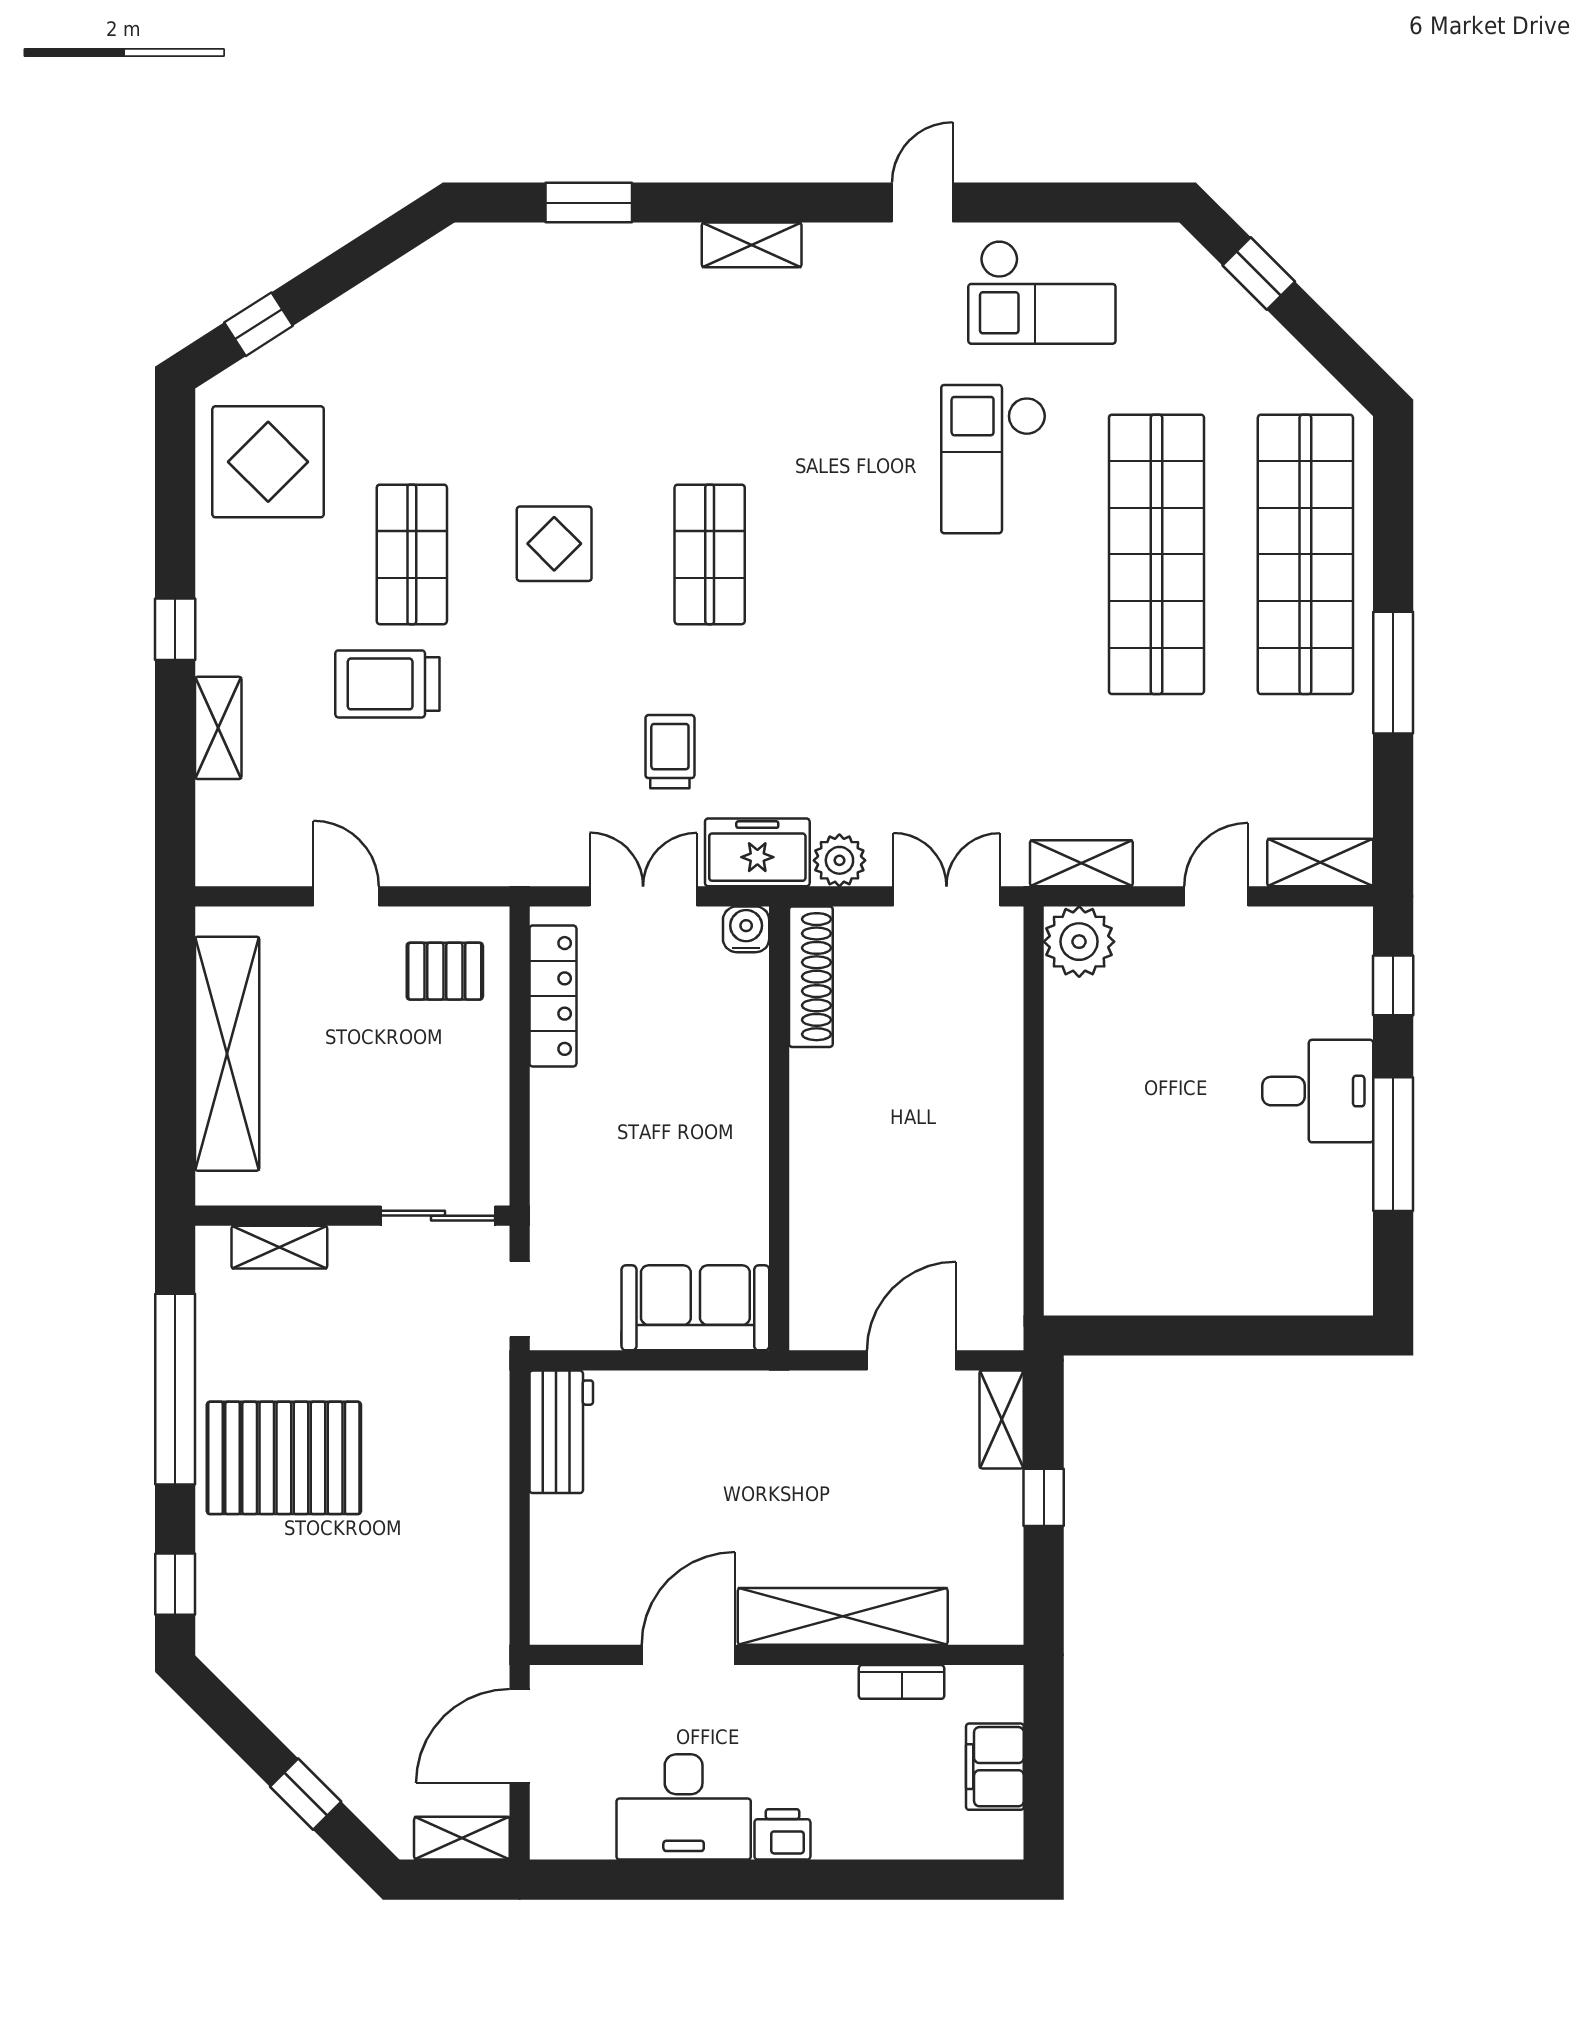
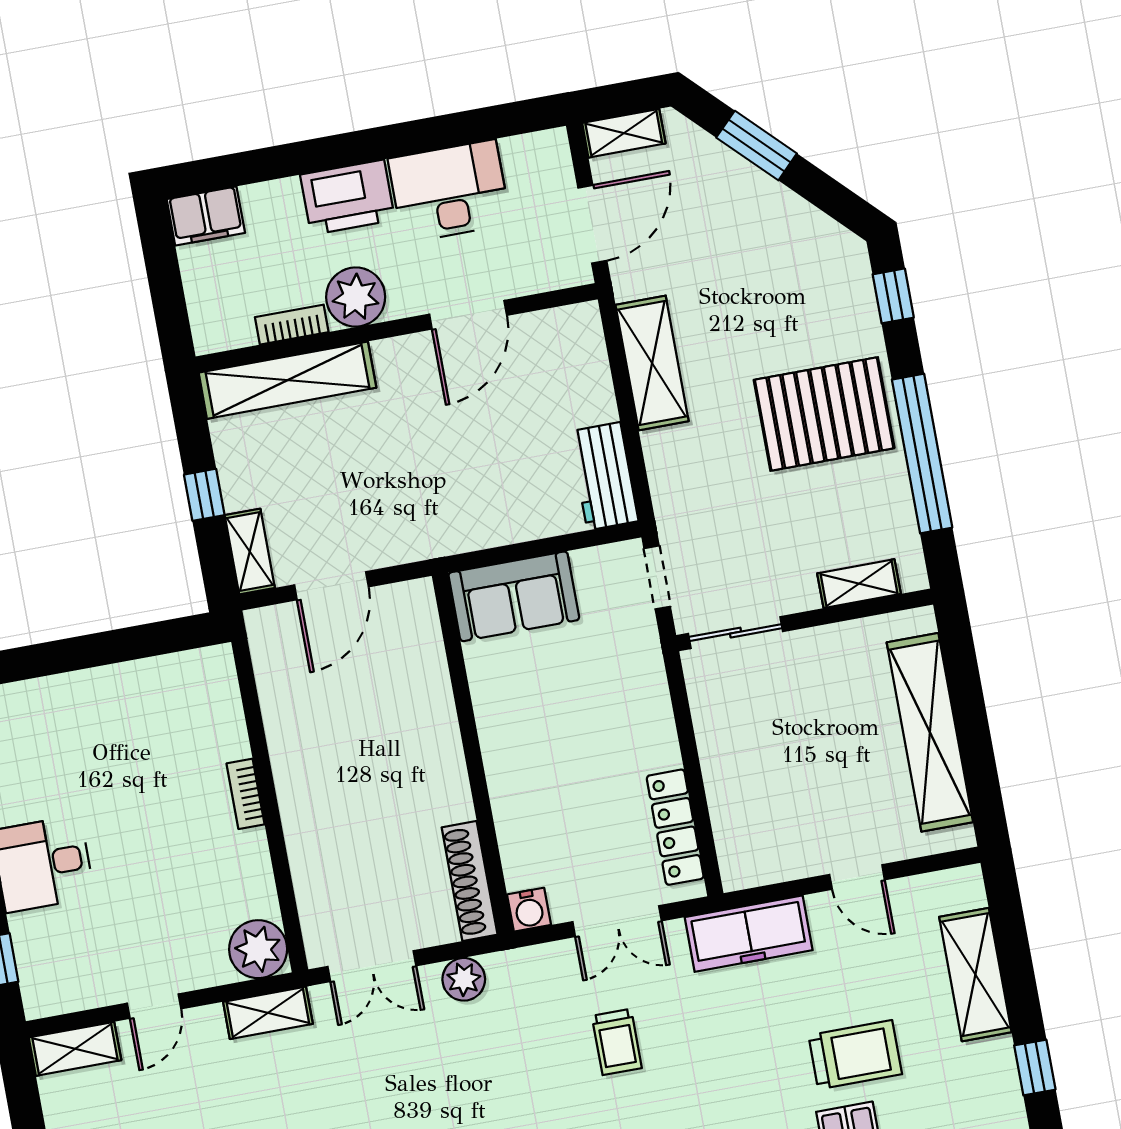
shelving: (218, 728) -> (975, 975), width x1.50, depth x1.33
freezer: (757, 852) -> (749, 934), moved, width x1.40
pallet: (445, 971) -> (766, 831), removed
bookcase: (1060, 1130) -> (246, 794), added
shelving: (479, 1557) -> (652, 363), added
shelving: (843, 1616) -> (287, 380), moved
plant: (819, 1701) -> (356, 297), added
filing cabinet: (995, 1767) -> (206, 216), moved, turned 90
window: (306, 1794) -> (757, 146), width x1.50
printer: (782, 1834) -> (348, 197), width x1.87, depth x1.48

